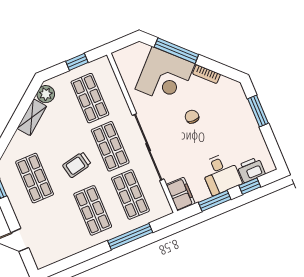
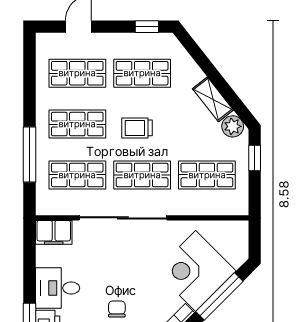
window: (77, 62) -> (255, 158), moved
chair: (192, 117) -> (117, 309), moved, turned -90
trolley: (77, 165) -> (137, 128), turned -78
window: (215, 201) -> (30, 268), removed
shop shelf: (55, 226) -> (77, 73), added

